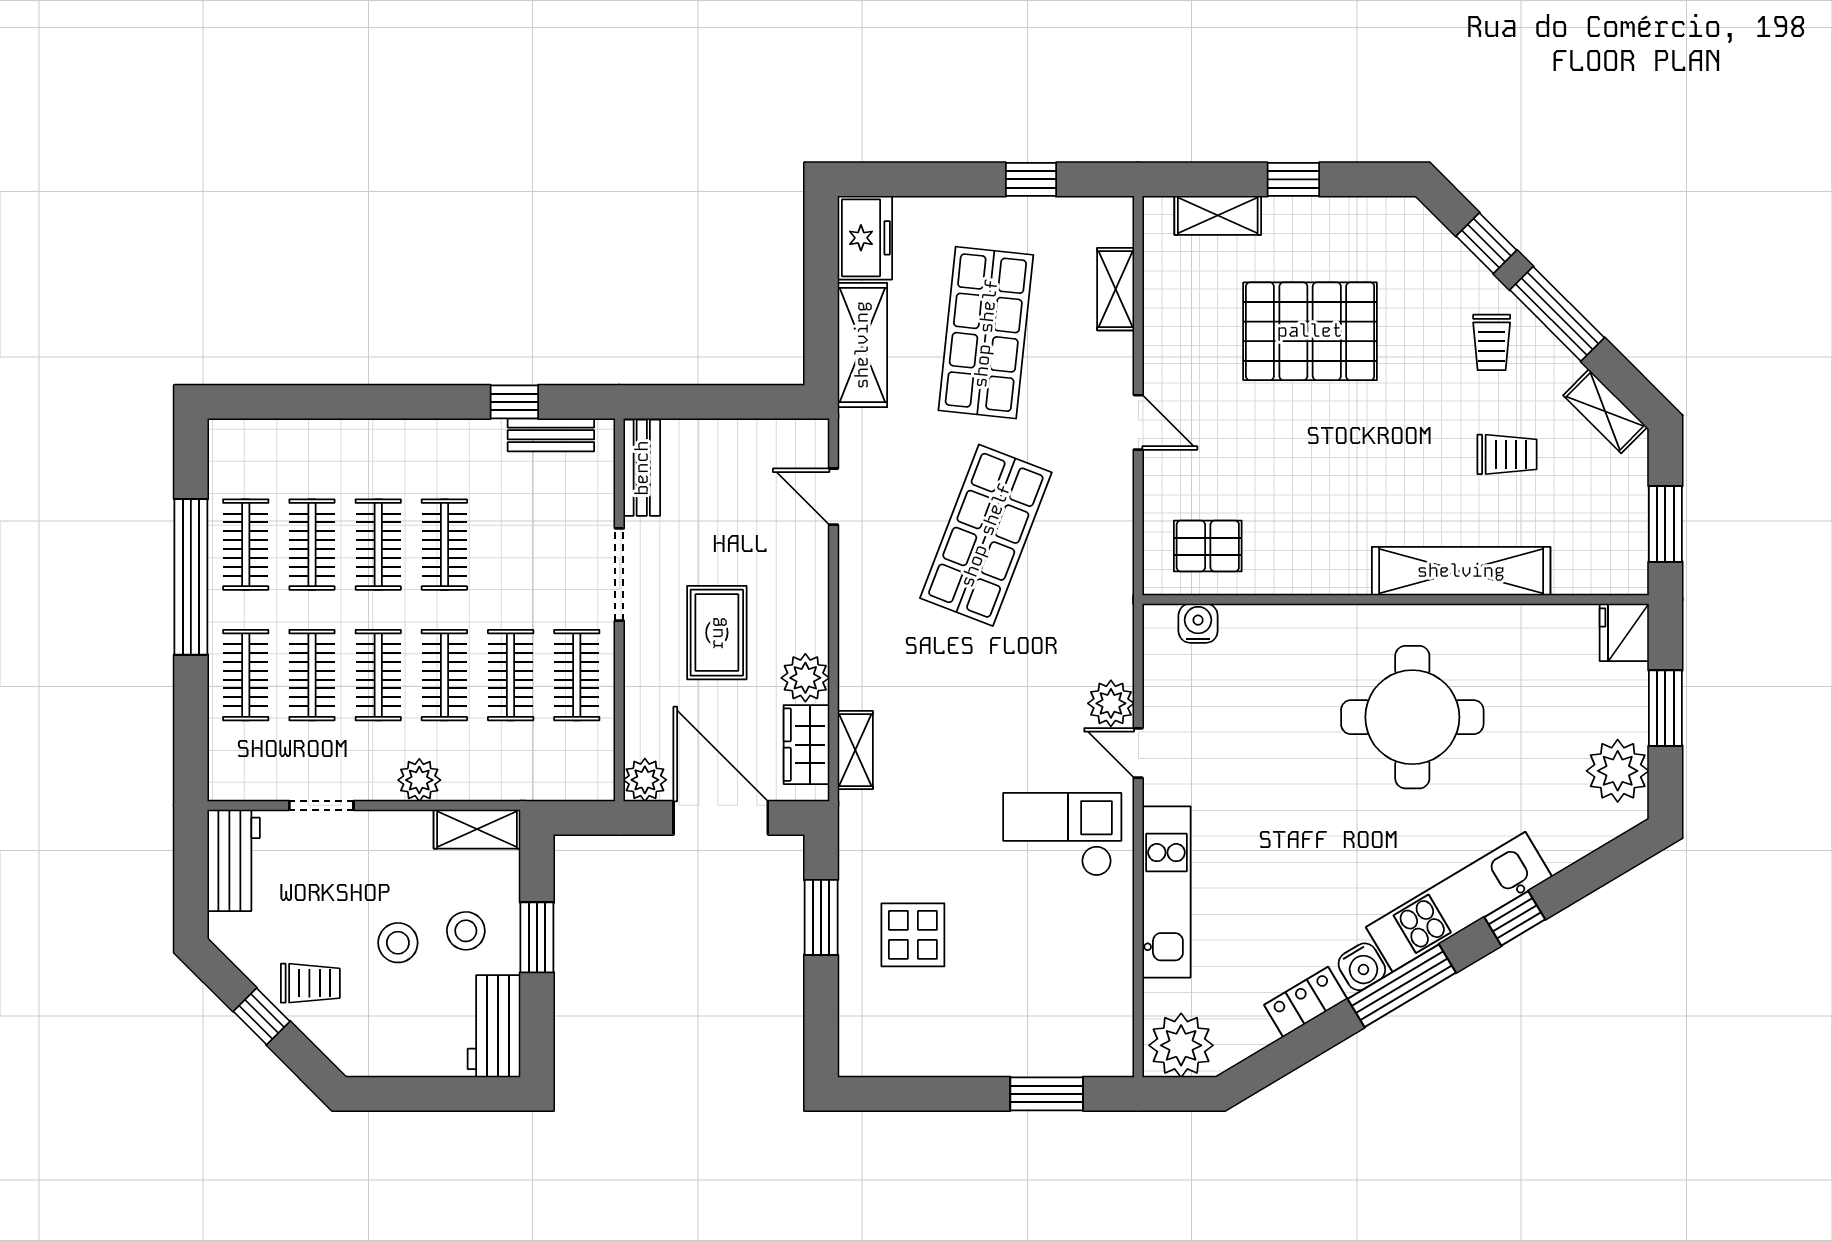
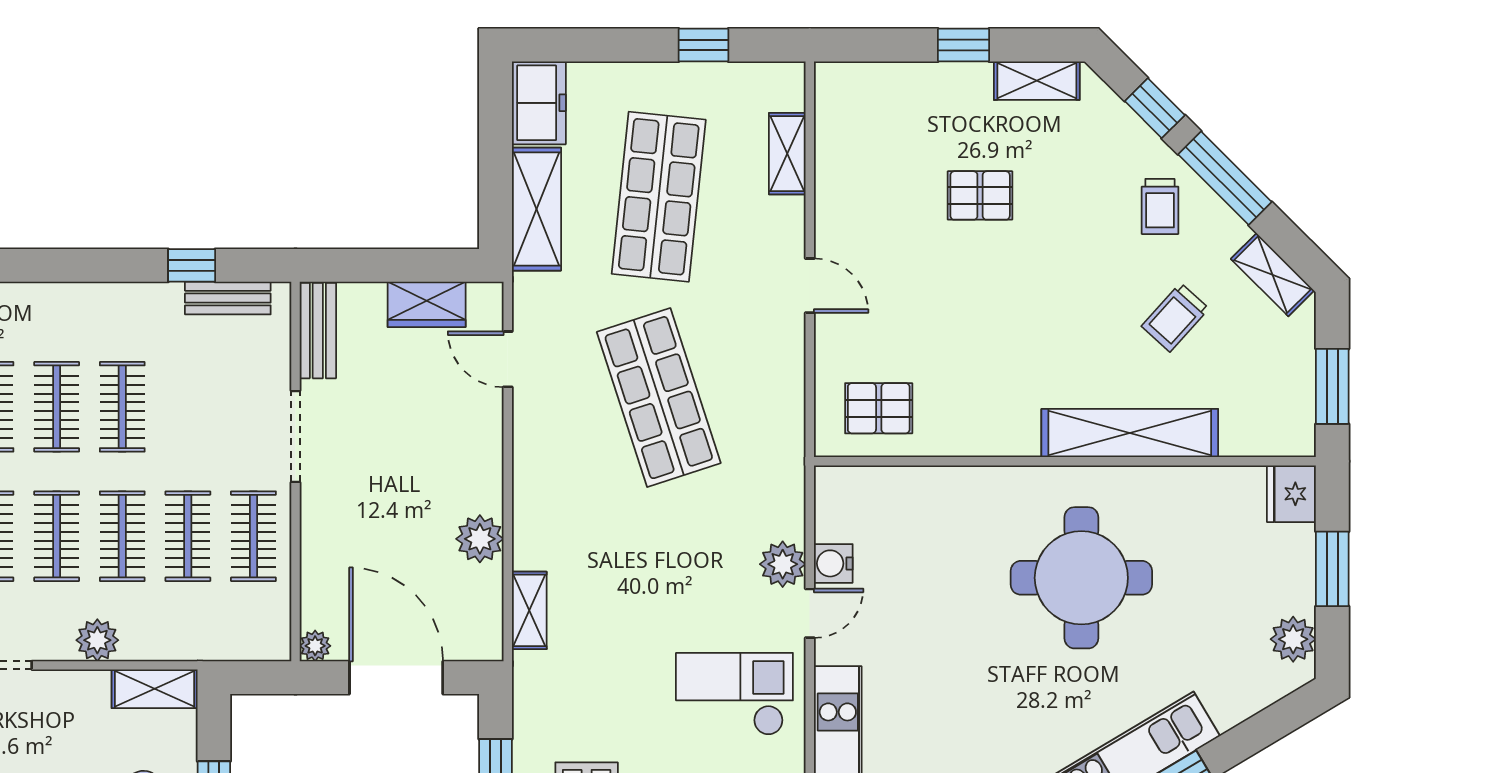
shelving: (1218, 215) -> (1037, 81), moved
pallet: (1310, 331) -> (980, 195), width x0.49, depth x0.50
trolley: (1507, 454) -> (1175, 317), turned 132
shop shelf: (986, 535) -> (659, 398), turned -39
water cooler: (1198, 623) -> (833, 563), moved, turned -90
rug: (717, 633) -> (392, 494), removed
wardrobe: (806, 745) -> (427, 304), moved, turned -90
door: (1138, 753) -> (810, 613), swing flipped
plant: (1618, 771) -> (1293, 639), width x0.73, depth x0.73
plant: (645, 780) -> (315, 646), width x0.73, depth x0.73

